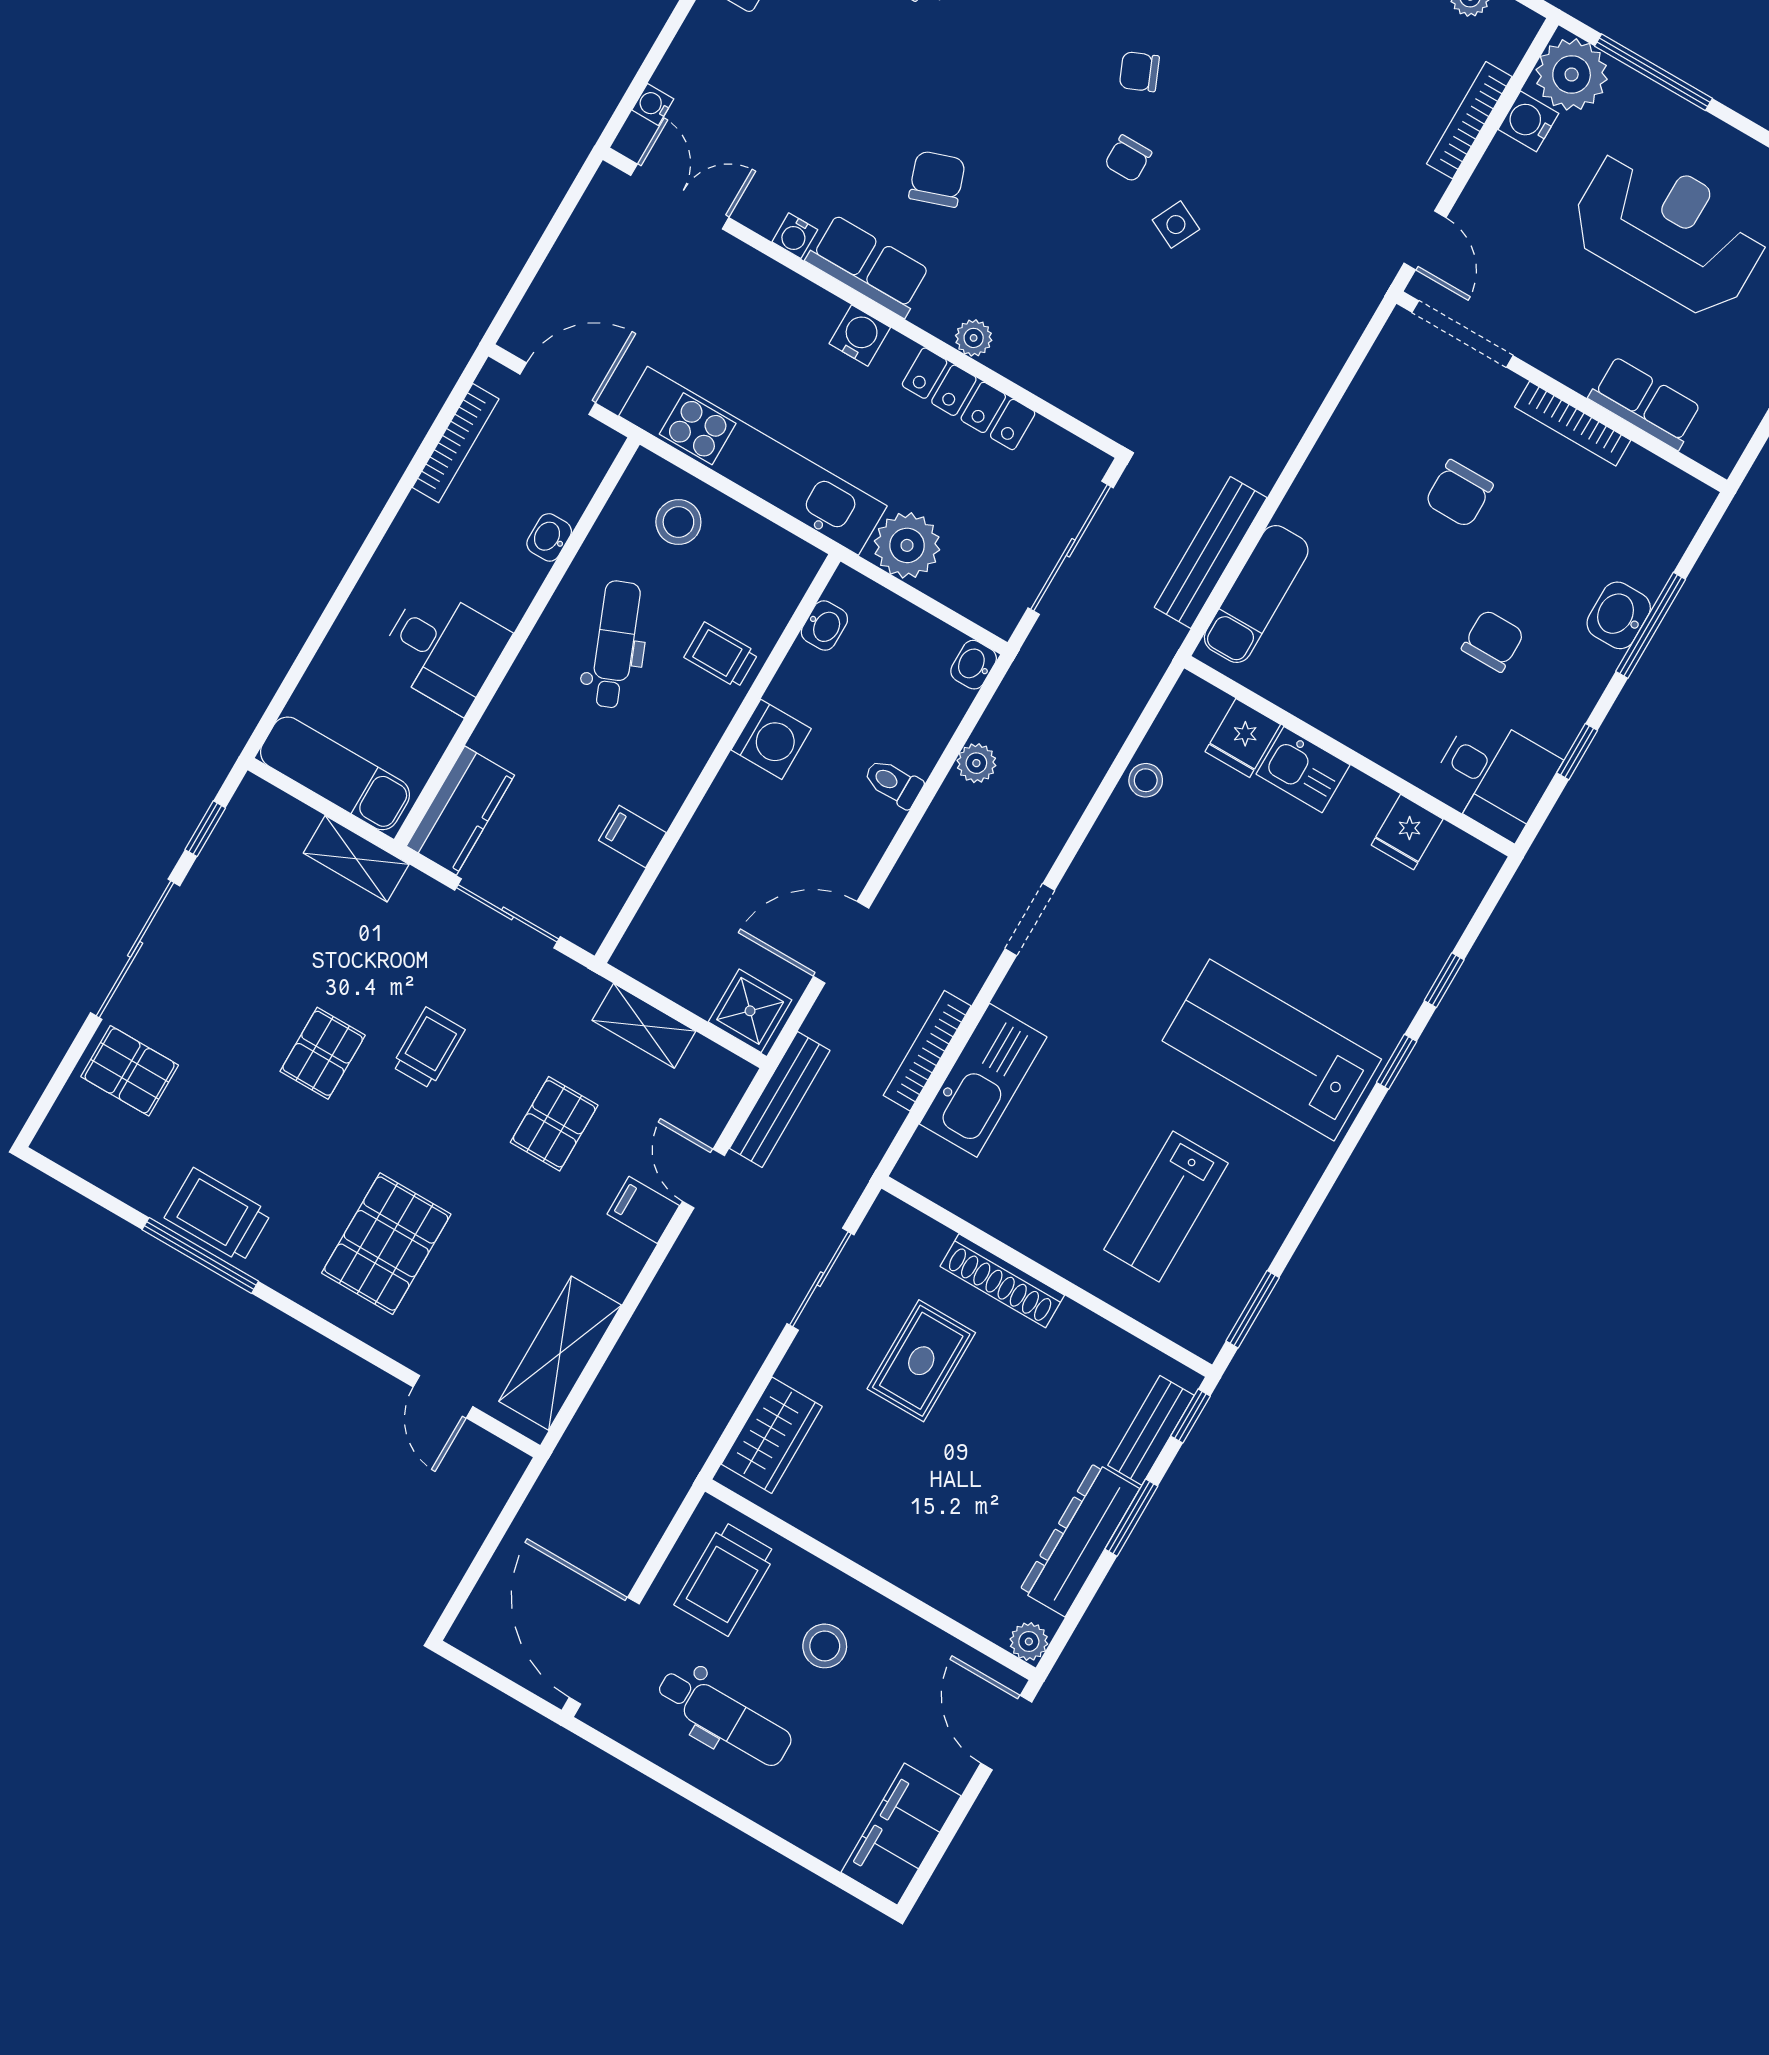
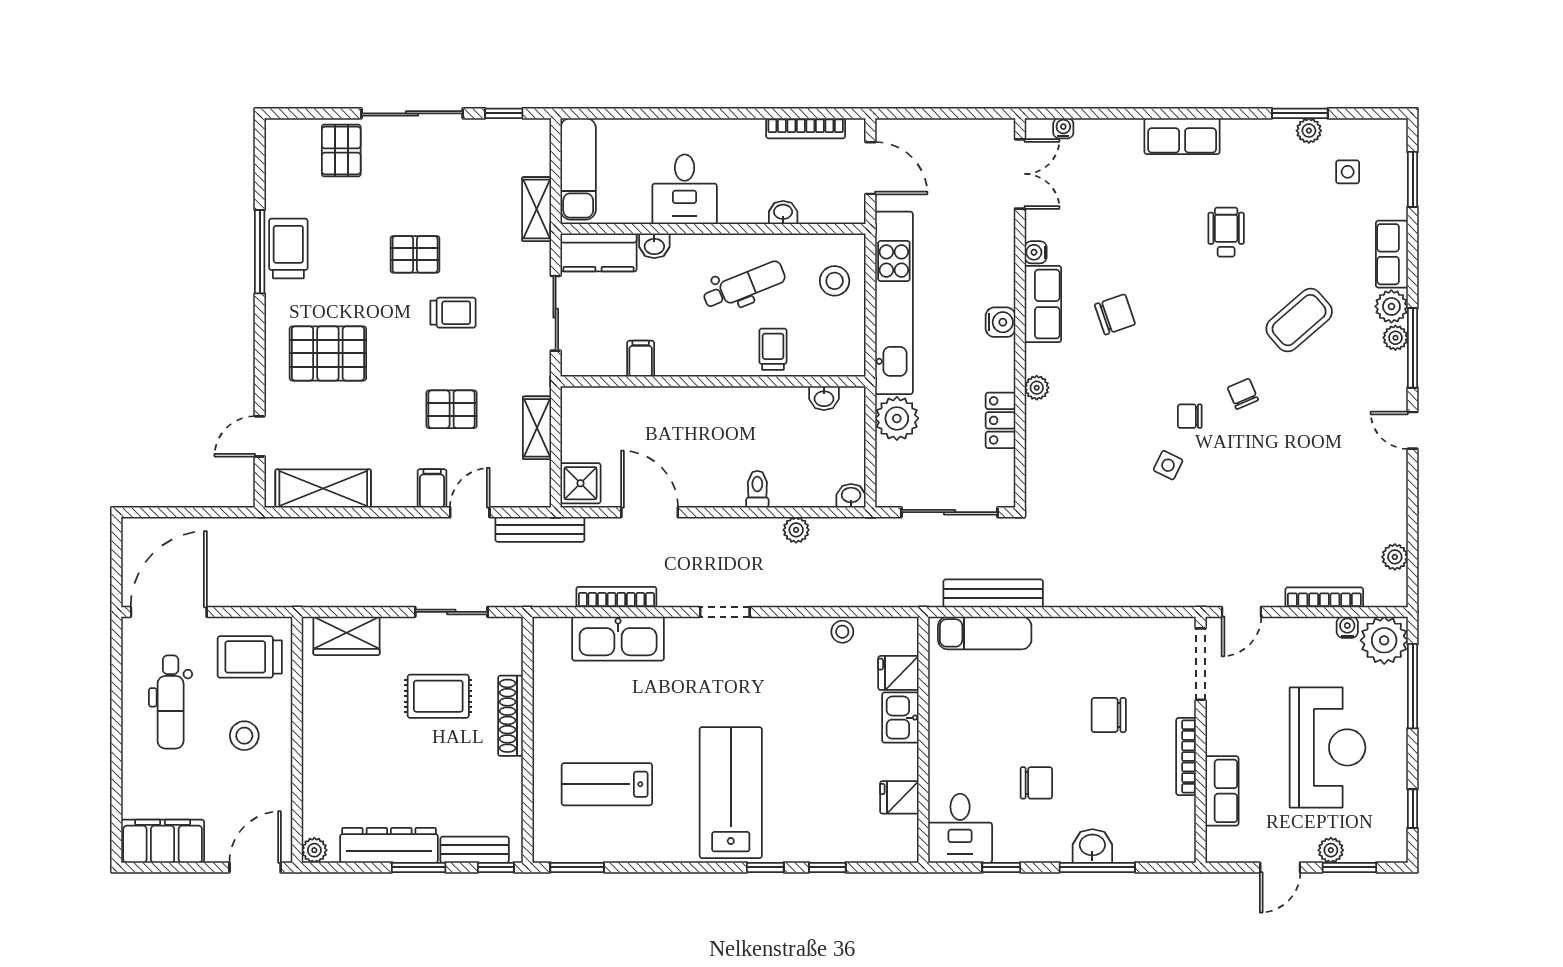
water cooler: (1528, 121) -> (1347, 627), width x0.72, depth x0.72
locker: (969, 399) -> (1000, 420), width x0.66
washbasin: (494, 732) -> (654, 246), added
washing machine: (771, 739) -> (742, 405), removed

